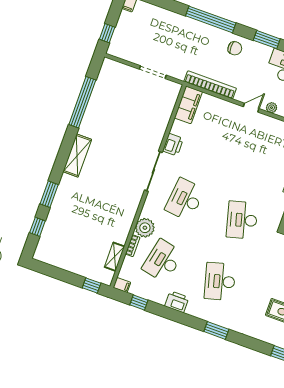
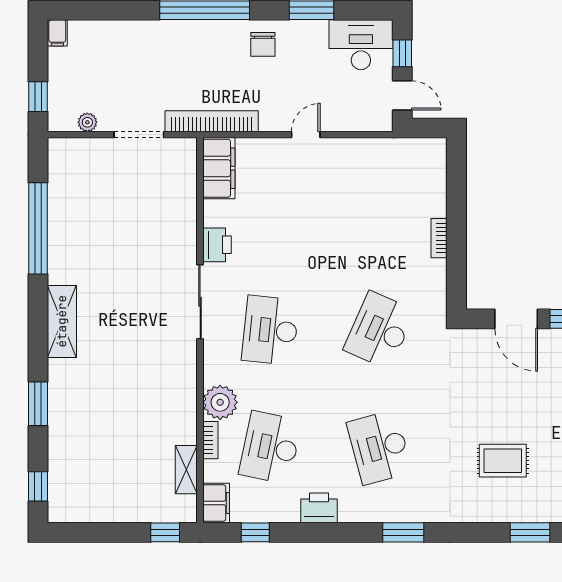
chair: (235, 48) -> (263, 44), turned 90
bookcase: (210, 85) -> (212, 121), moved
door: (251, 108) -> (306, 135), moved
plant: (272, 108) -> (87, 122), moved
desk: (242, 220) -> (379, 330), turned 39
window: (37, 227) -> (38, 486), moved
filing cabinet: (122, 285) -> (216, 503), width x2.00

